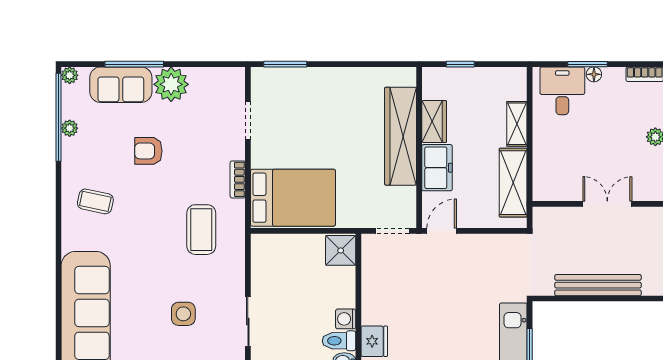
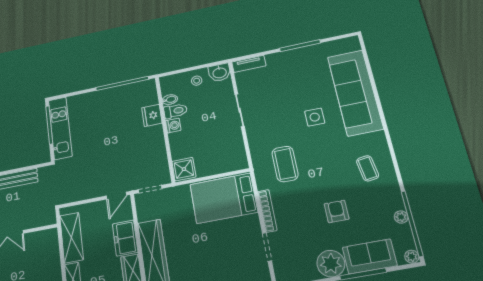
armchair: (148, 151) -> (337, 211), turned -90
bookcase: (238, 179) -> (267, 211), width x1.56
coffee table: (95, 201) -> (368, 168), turned 70
side table: (183, 314) -> (315, 117), moved

